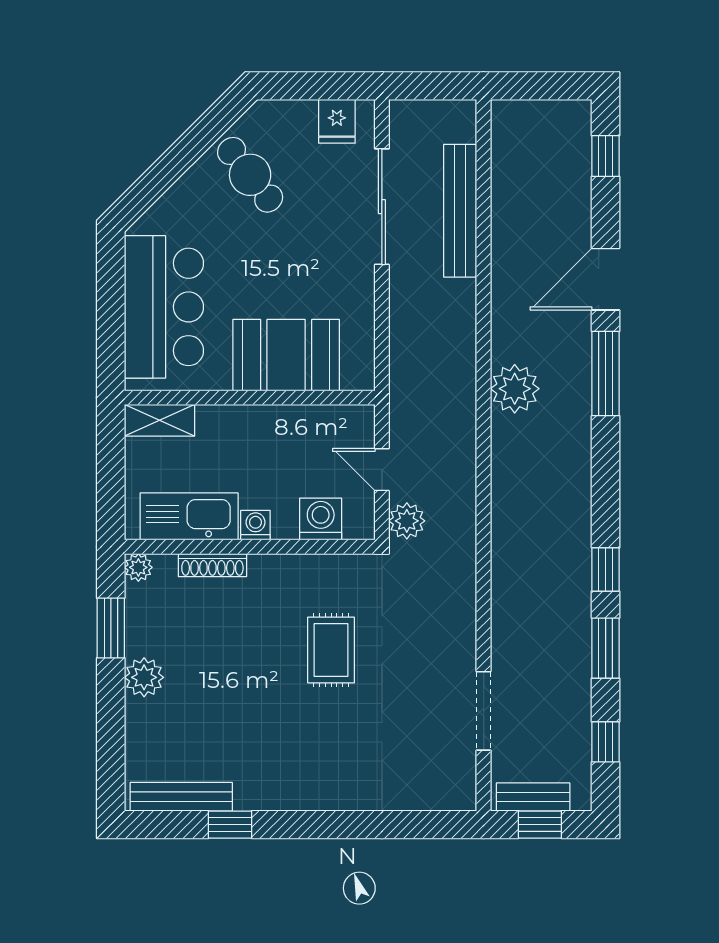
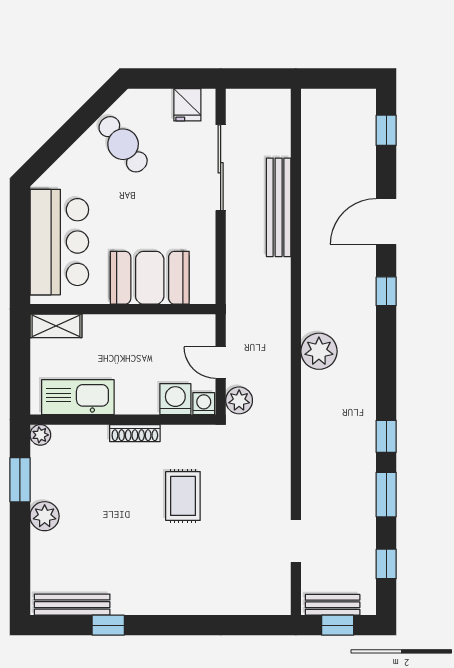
bench: (460, 211) -> (279, 207), moved
window: (606, 373) -> (386, 291), width x0.46
plant: (515, 389) -> (319, 351), moved
washing machine: (255, 525) -> (204, 404), moved
shoe rack: (212, 565) -> (135, 433), moved
doorway: (484, 711) -> (296, 541), width x0.73

